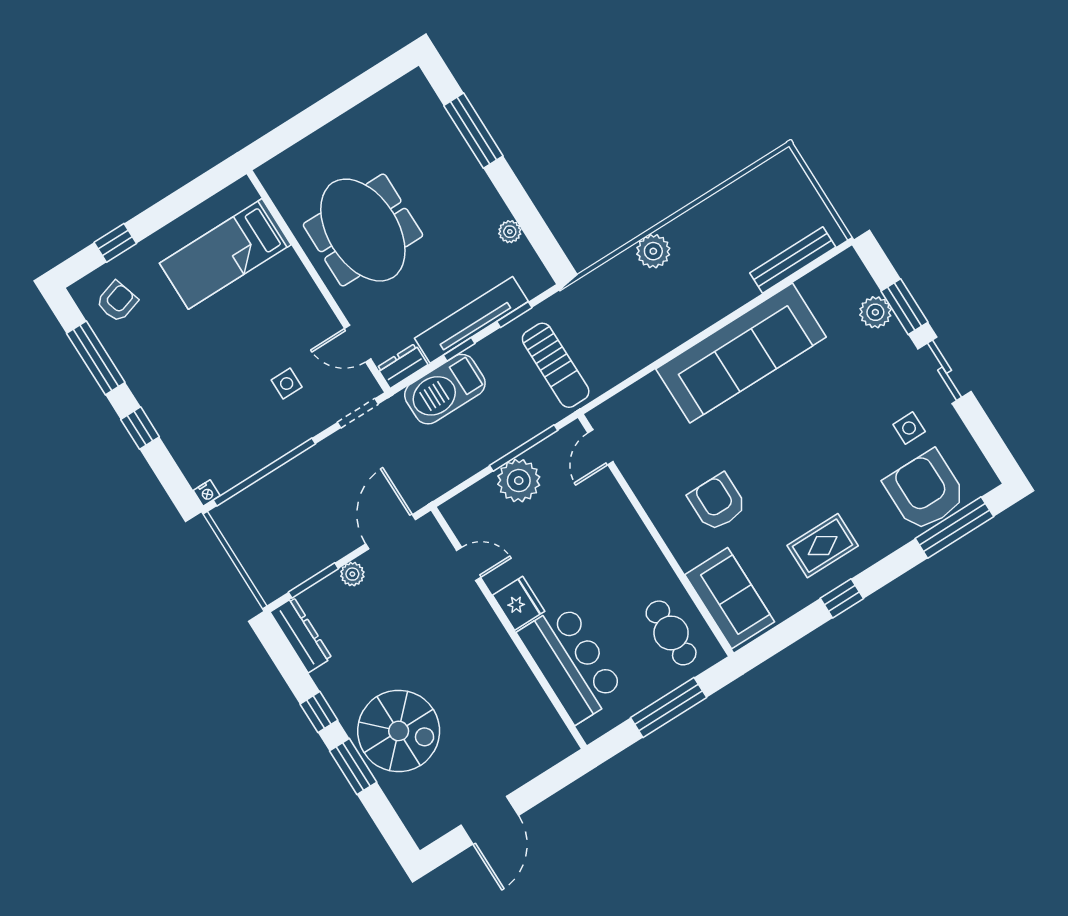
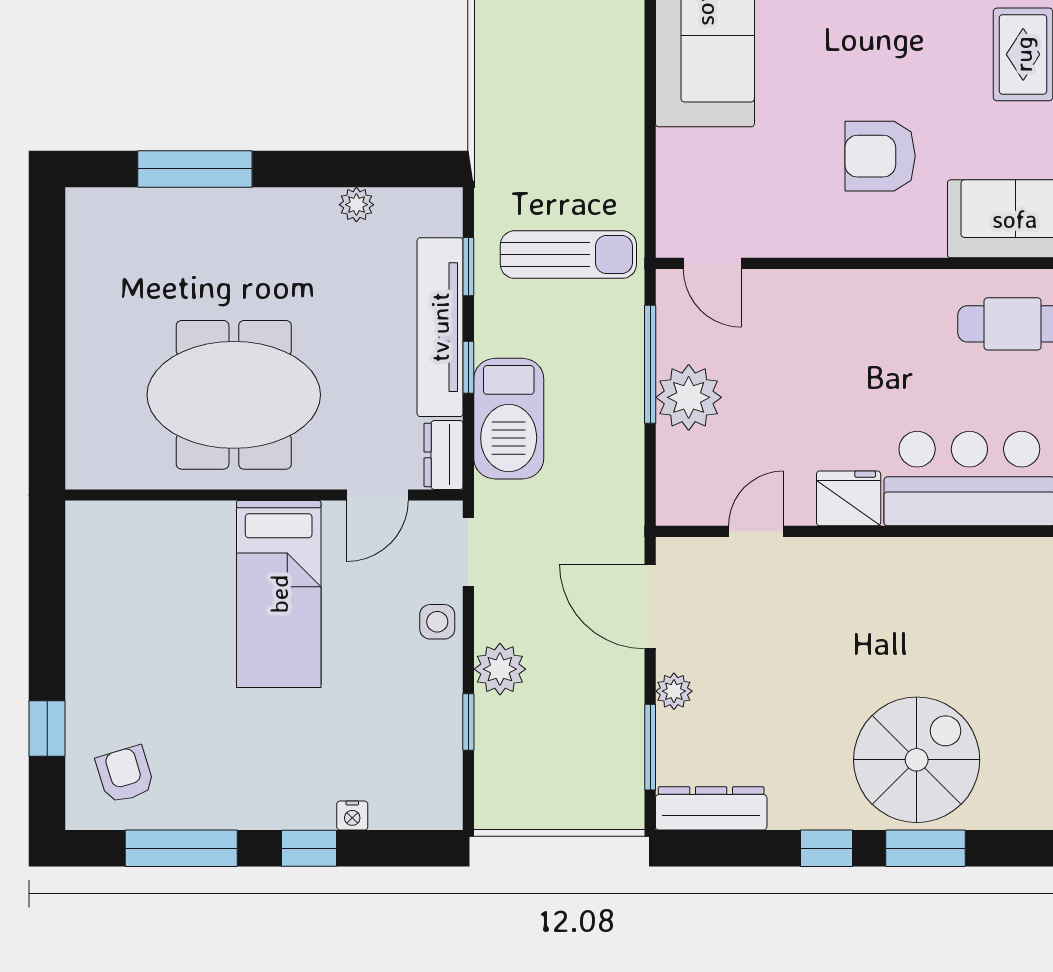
plant: (653, 251) -> (500, 669), moved
bed: (225, 254) -> (279, 594), moved
side table: (287, 384) -> (437, 622), moved
window: (264, 472) -> (468, 722), width x0.32
nightstand: (207, 493) -> (352, 816), moved, turned 90

